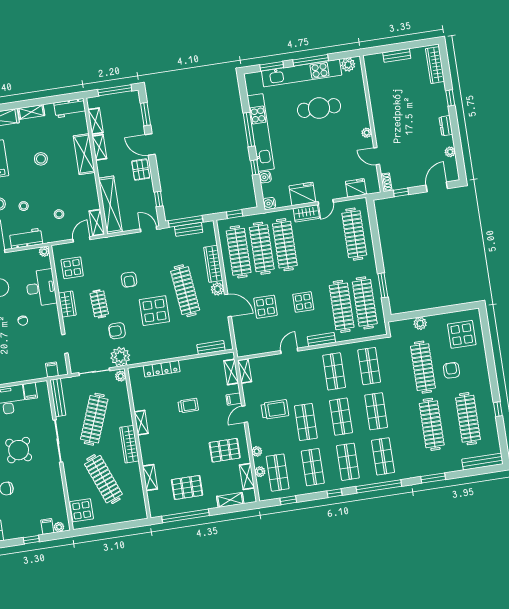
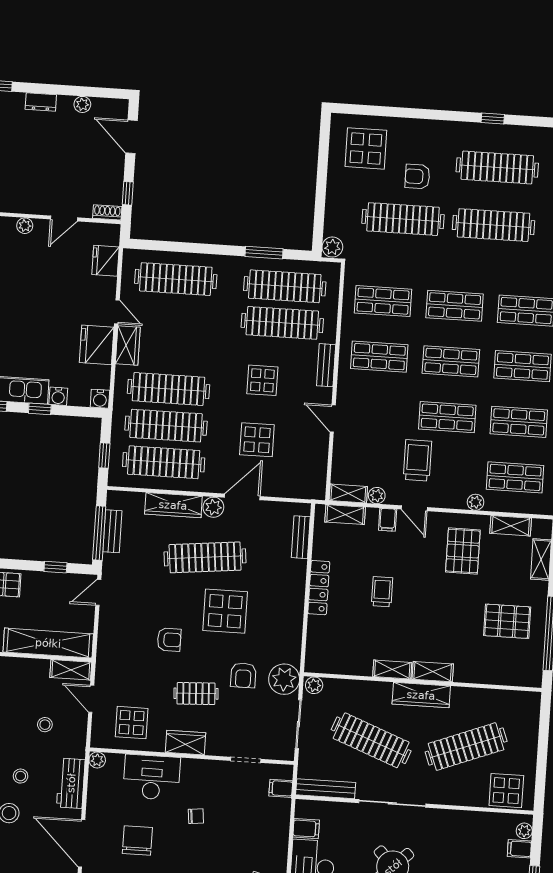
plant: (420, 323) -> (332, 247), moved
locker: (162, 369) -> (319, 588), moved
plant: (260, 472) -> (377, 496), moved
shelving: (150, 478) -> (433, 672), moved
pallet: (187, 487) -> (507, 621), turned 90

